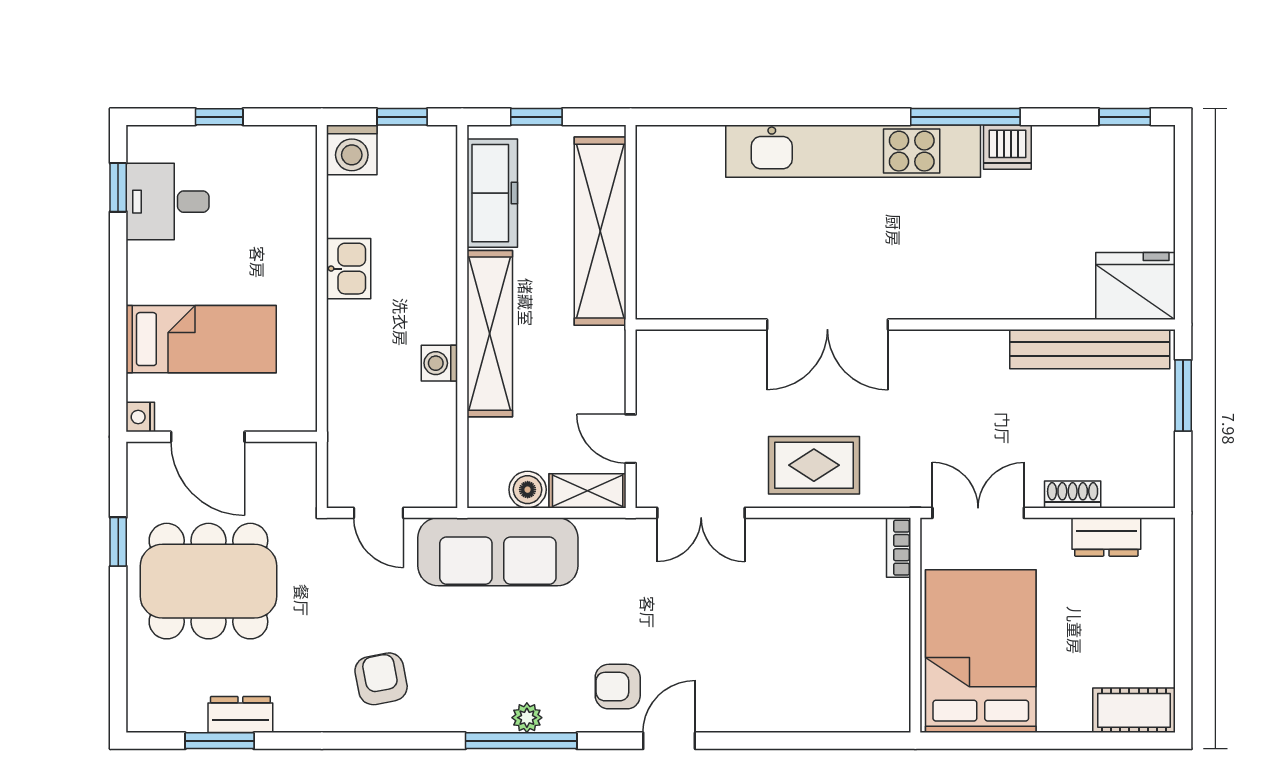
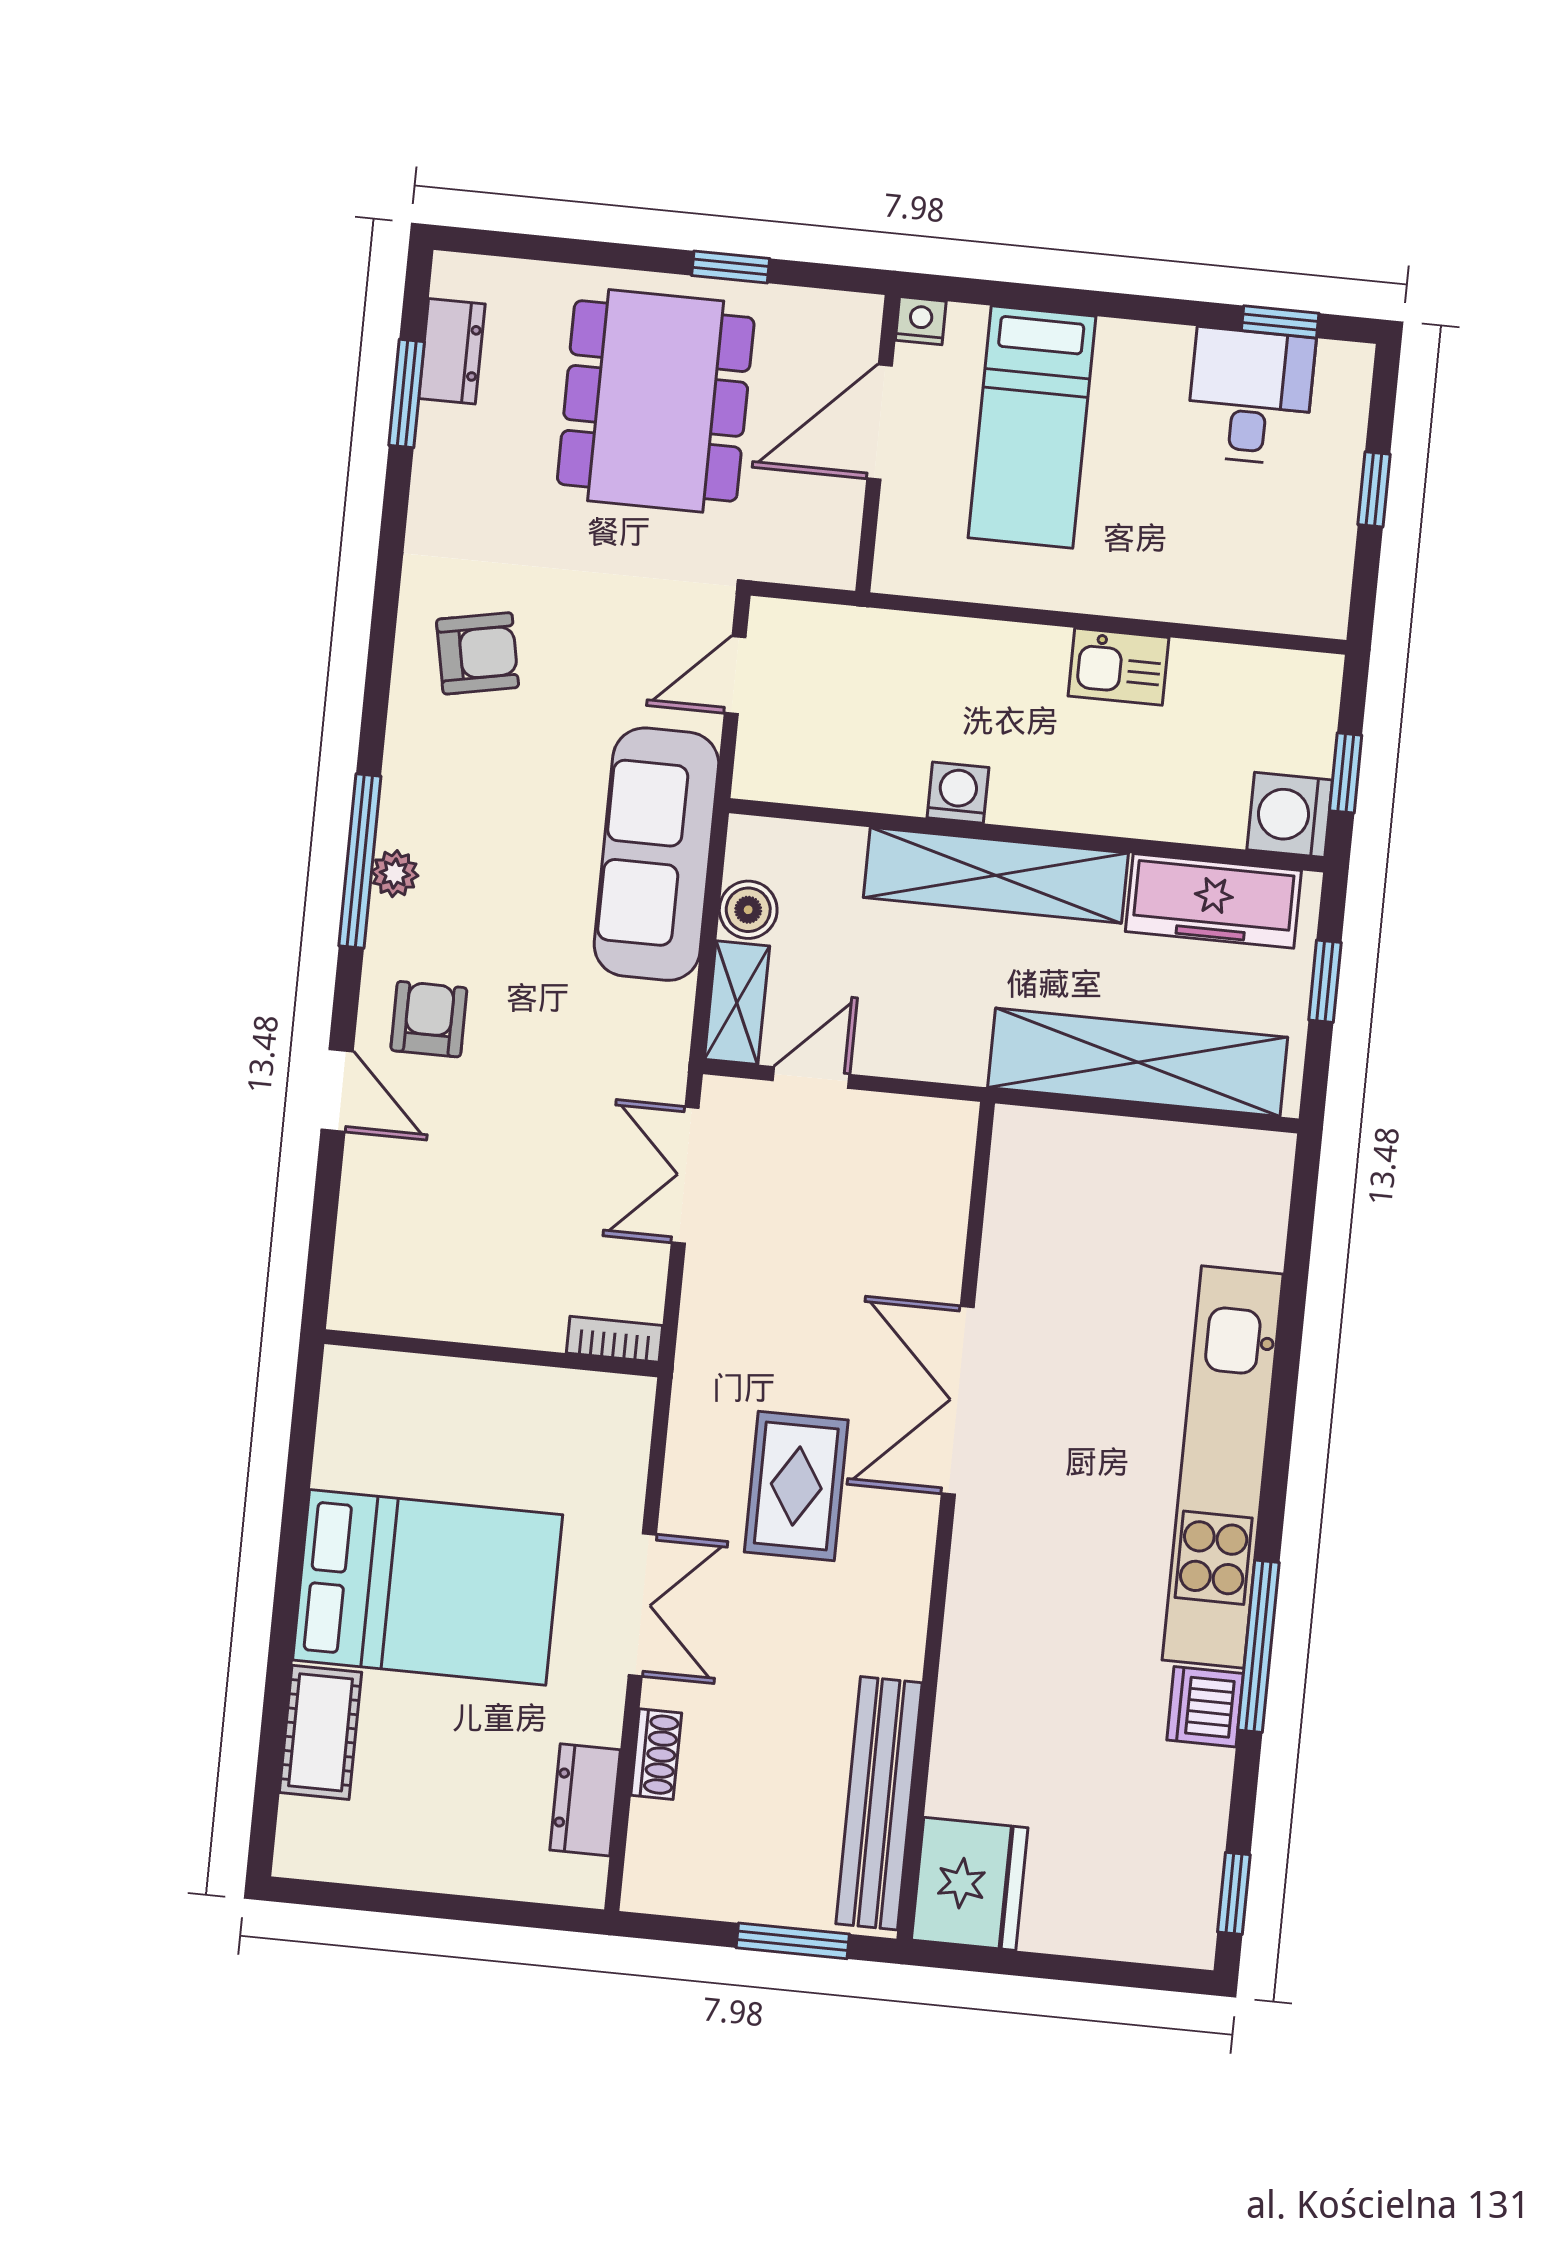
washing machine: (352, 150) -> (1290, 815), moved
rug: (814, 465) -> (796, 1486), moved
bookcase: (899, 548) -> (615, 1339), moved
wall: (915, 625) -> (492, 1353), moved
cot: (1134, 710) -> (321, 1732), moved
dresser: (240, 714) -> (452, 351), moved

